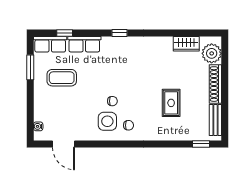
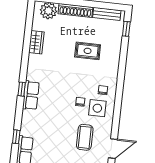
row of seats: (84, 44) -> (31, 95), moved
wardrobe: (186, 44) -> (36, 42), moved
coffee table: (62, 78) -> (85, 137), moved

